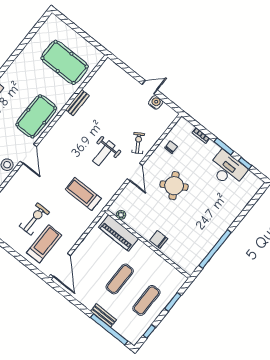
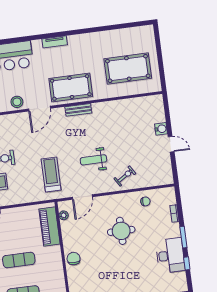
pool table: (65, 62) -> (128, 68), turned 90
water cooler: (156, 102) -> (161, 129), moved
bench: (77, 103) -> (78, 110), moved
door: (135, 172) -> (82, 197), moved
round table: (174, 186) -> (121, 231), turned 31

